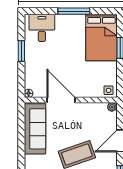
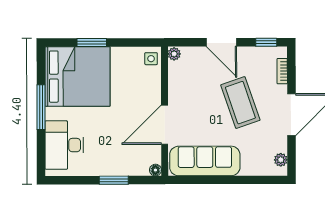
desk: (42, 28) -> (64, 145), width x1.37
bed: (102, 37) -> (77, 77), width x1.36
window: (21, 51) -> (114, 180), moved

